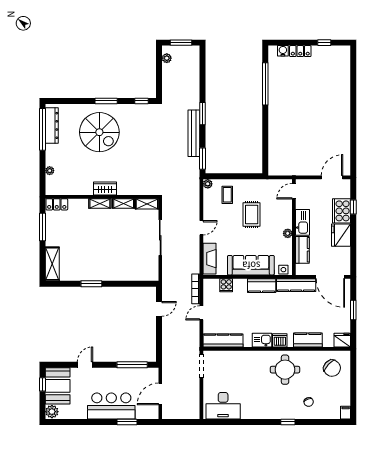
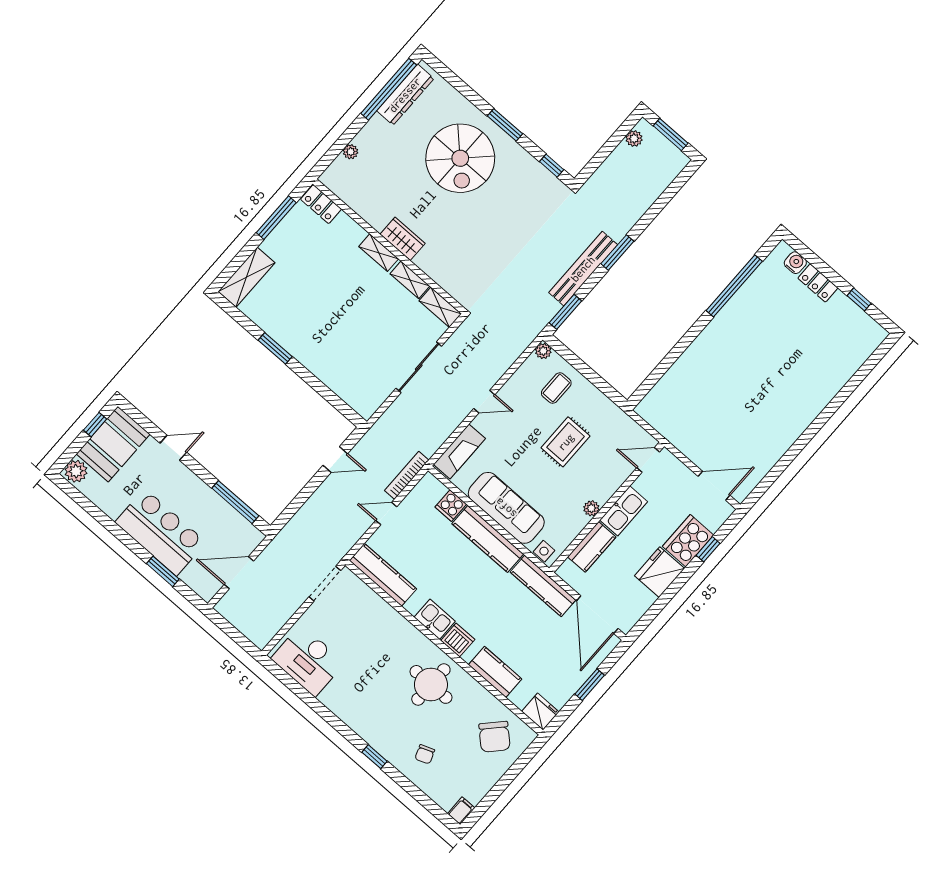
kitchen counter: (262, 286) -> (488, 539), width x1.50

